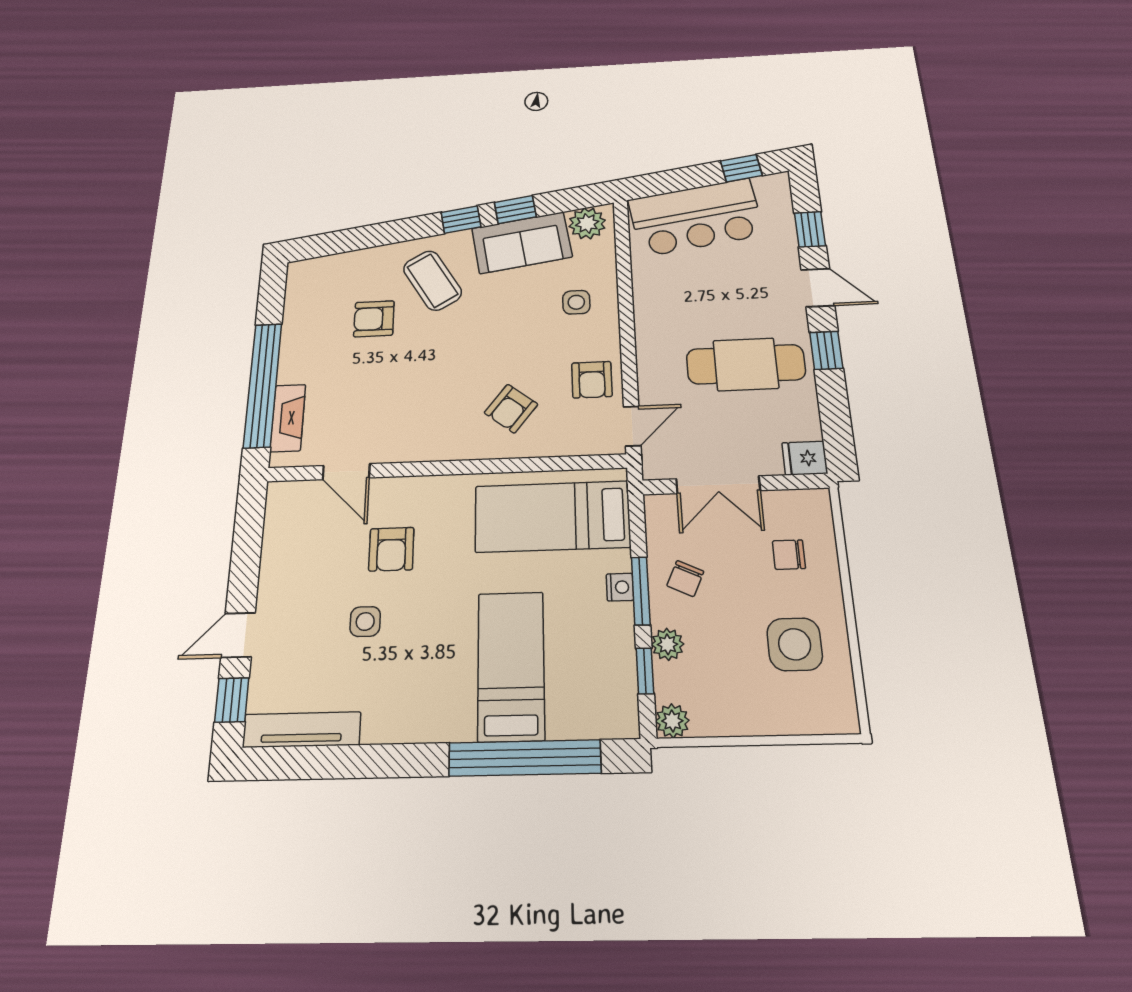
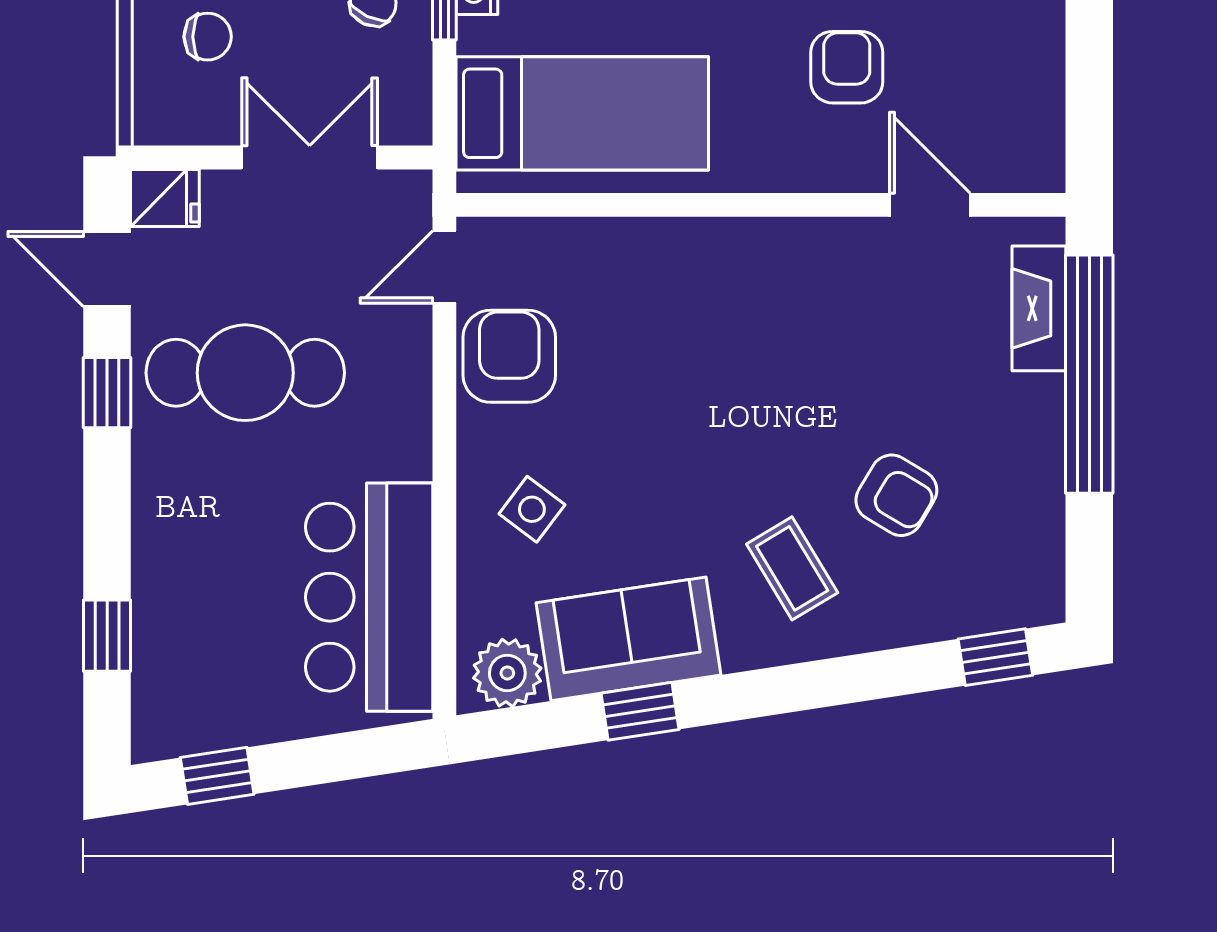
bar counter: (696, 217) -> (369, 597), moved, turned -81
window: (461, 220) -> (995, 657), moved
coffee table: (432, 280) -> (792, 568), width x0.73, depth x0.77
door: (818, 288) -> (107, 269), moved
side table: (576, 302) -> (532, 509), turned 37
armchair: (374, 319) -> (896, 495), turned 31
armchair: (592, 380) -> (509, 356), width x1.38, depth x1.38
armchair: (511, 409) -> (649, 308), removed

